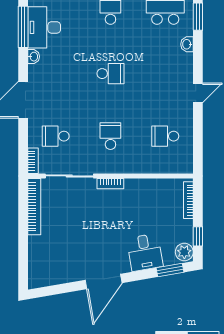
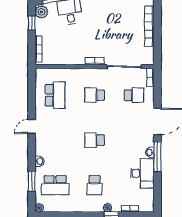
window: (23, 27) -> (157, 157), moved
school desk: (110, 136) -> (95, 95), turned 90
school desk: (165, 136) -> (55, 95), width x1.85
bookcase: (34, 207) -> (149, 26), moved

